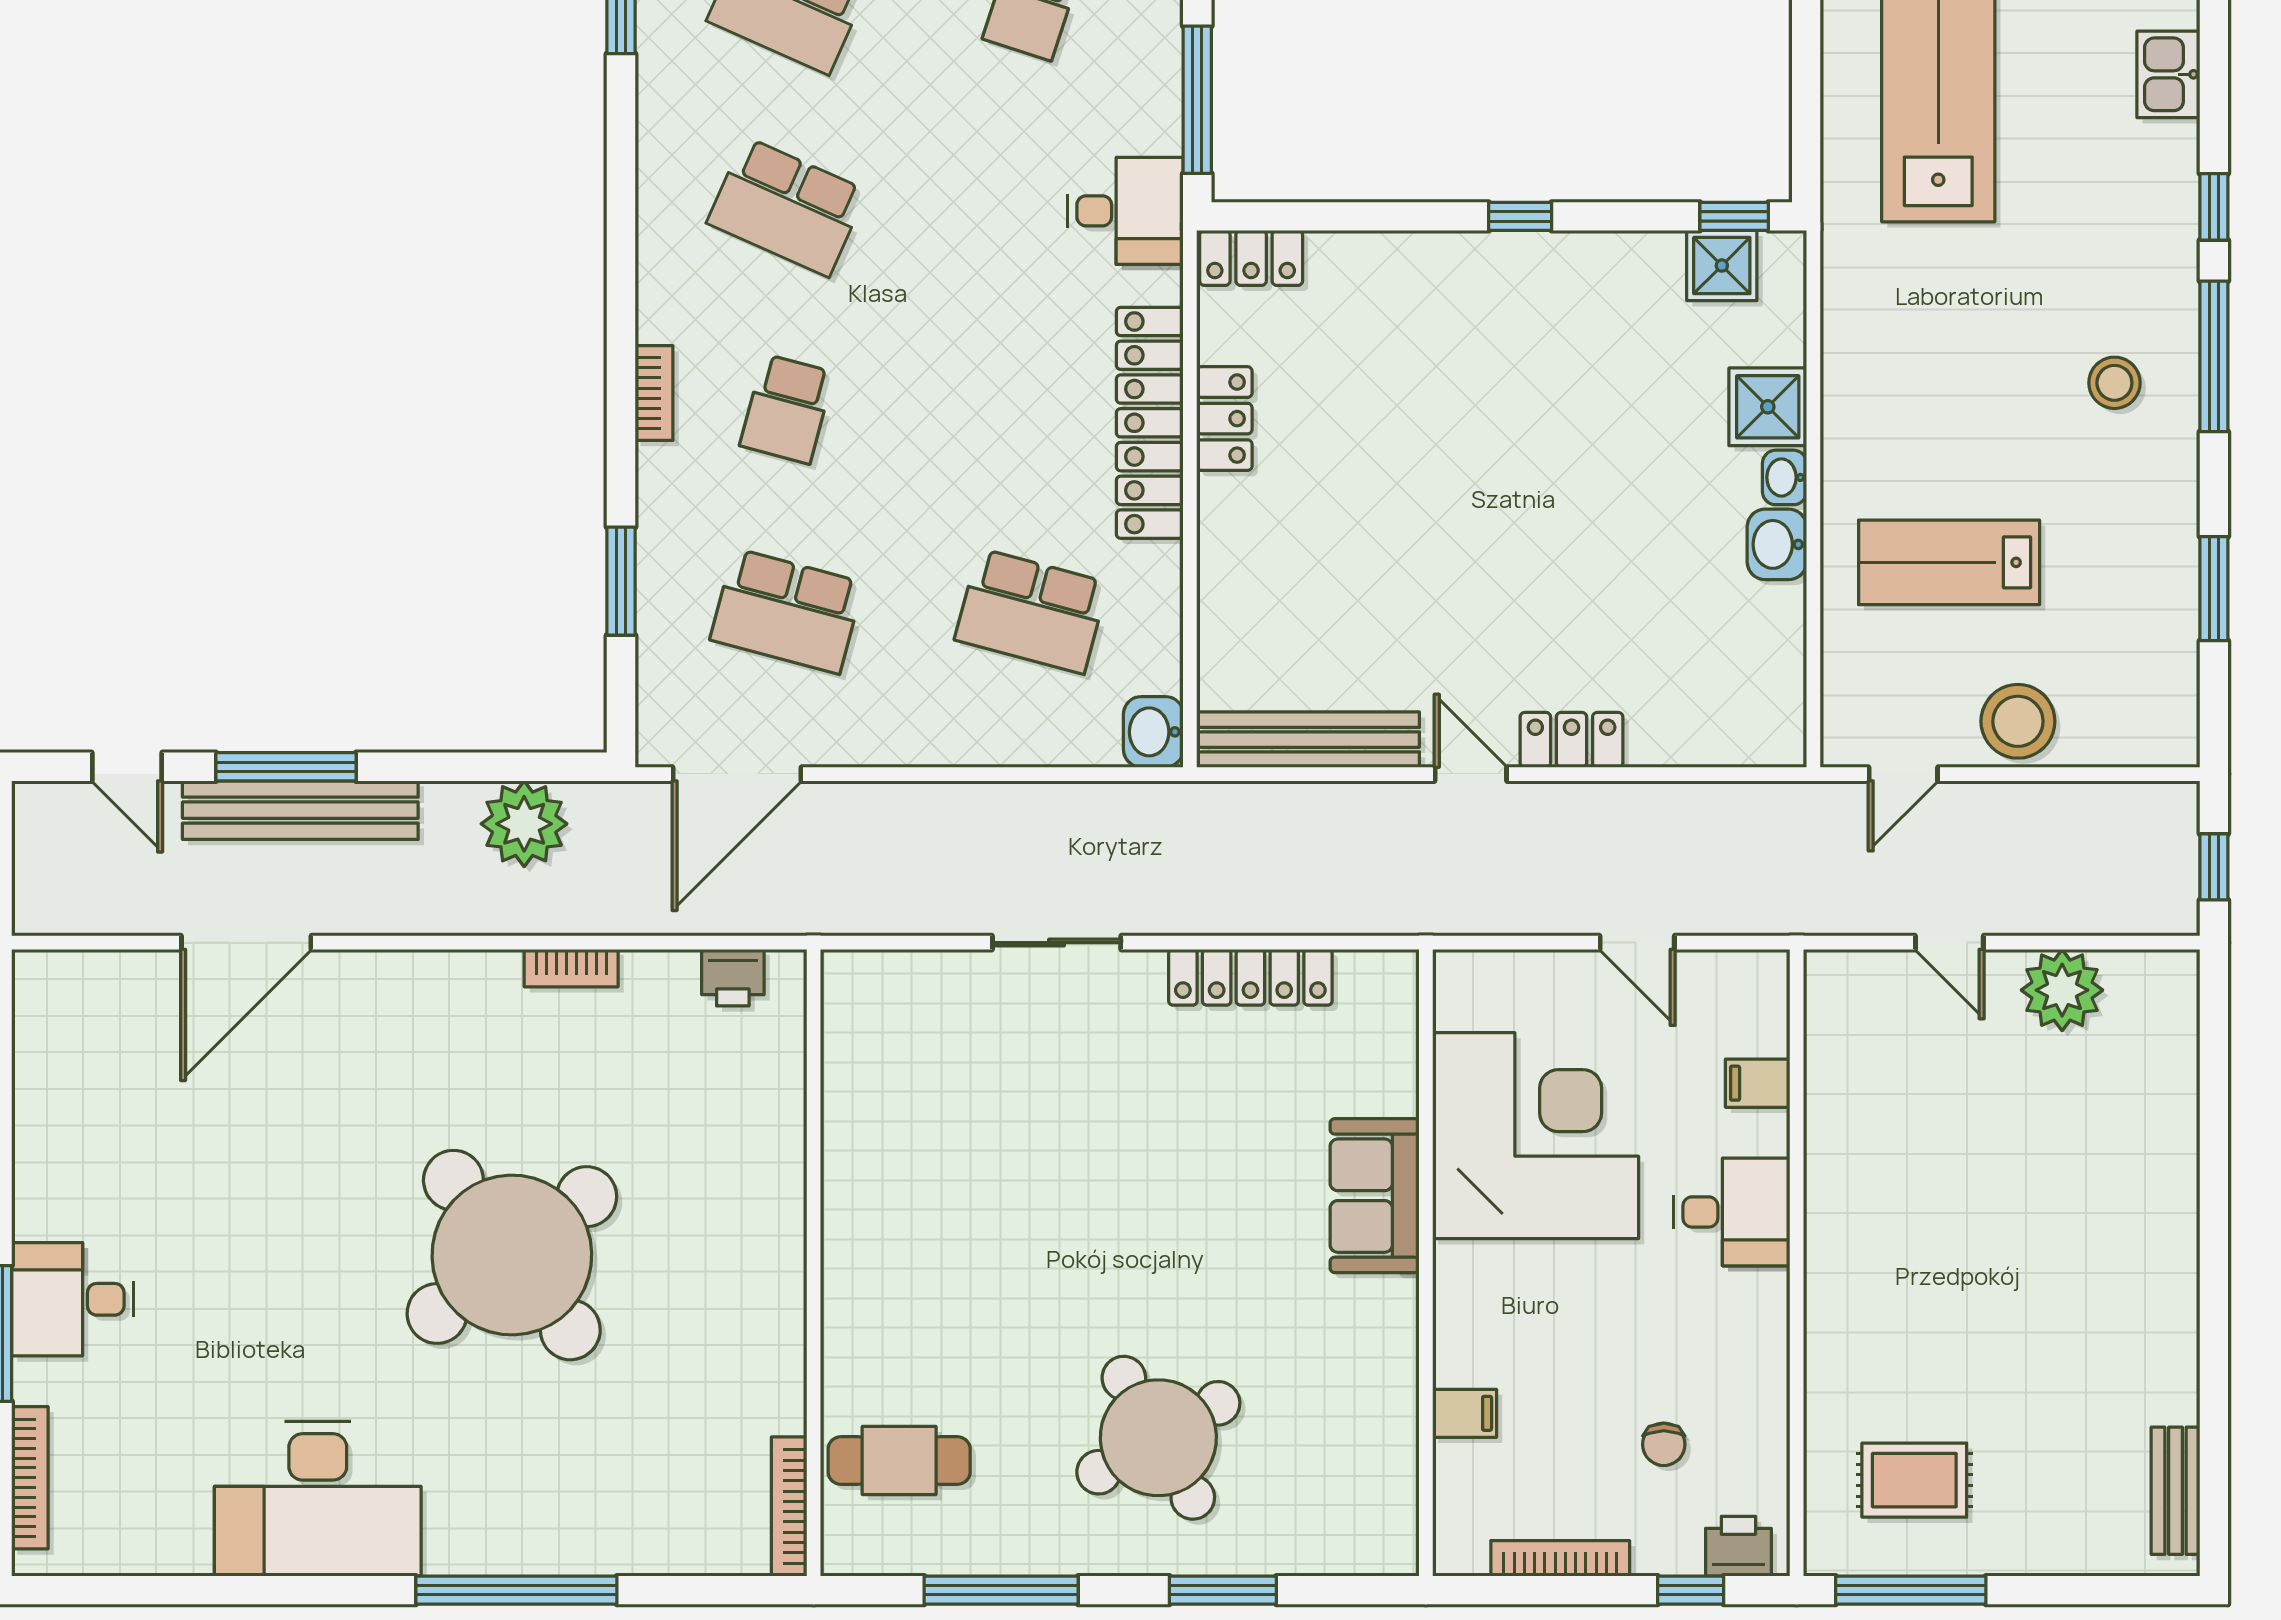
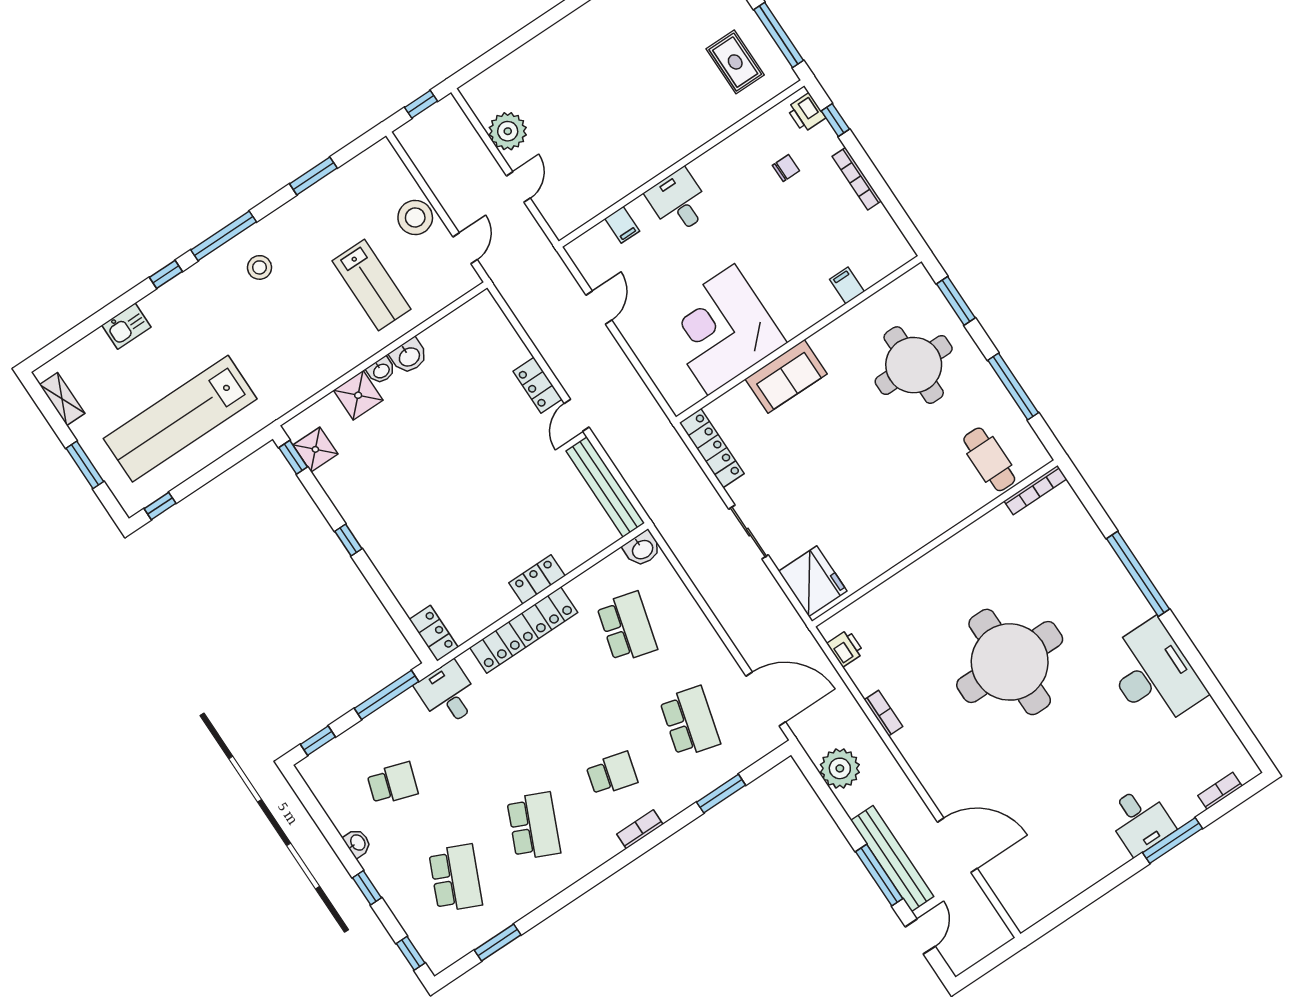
locker: (1224, 419) -> (537, 579), moved
door: (1903, 774) -> (465, 248), hinge flipped
fridge: (892, 999) -> (813, 581), added
corner desk: (1536, 1136) -> (721, 330), moved
sofa: (1375, 1196) -> (786, 376), moved
round table: (512, 1255) -> (1010, 662), turned 38
wall: (1426, 1263) -> (799, 339), moved
filing cabinet: (1465, 1413) -> (847, 286), moved
round table: (1158, 1438) -> (914, 365), turned 30
bookcase: (30, 1478) -> (1220, 791), width x0.64

